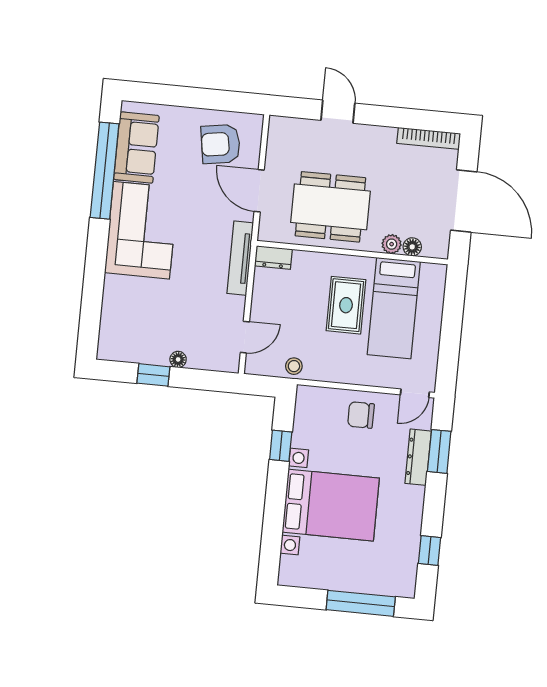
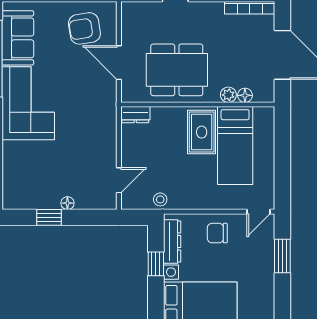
tv unit: (240, 258) -> (109, 118), removed
rug: (346, 305) -> (202, 132), moved
dresser: (418, 457) -> (172, 242), moved, turned 180

